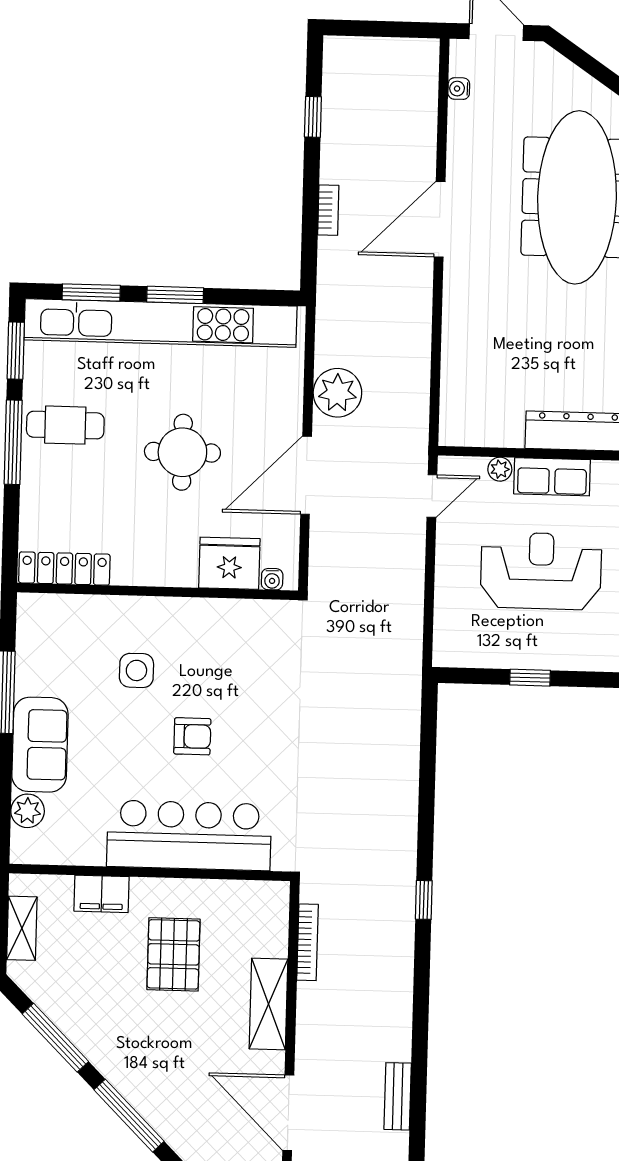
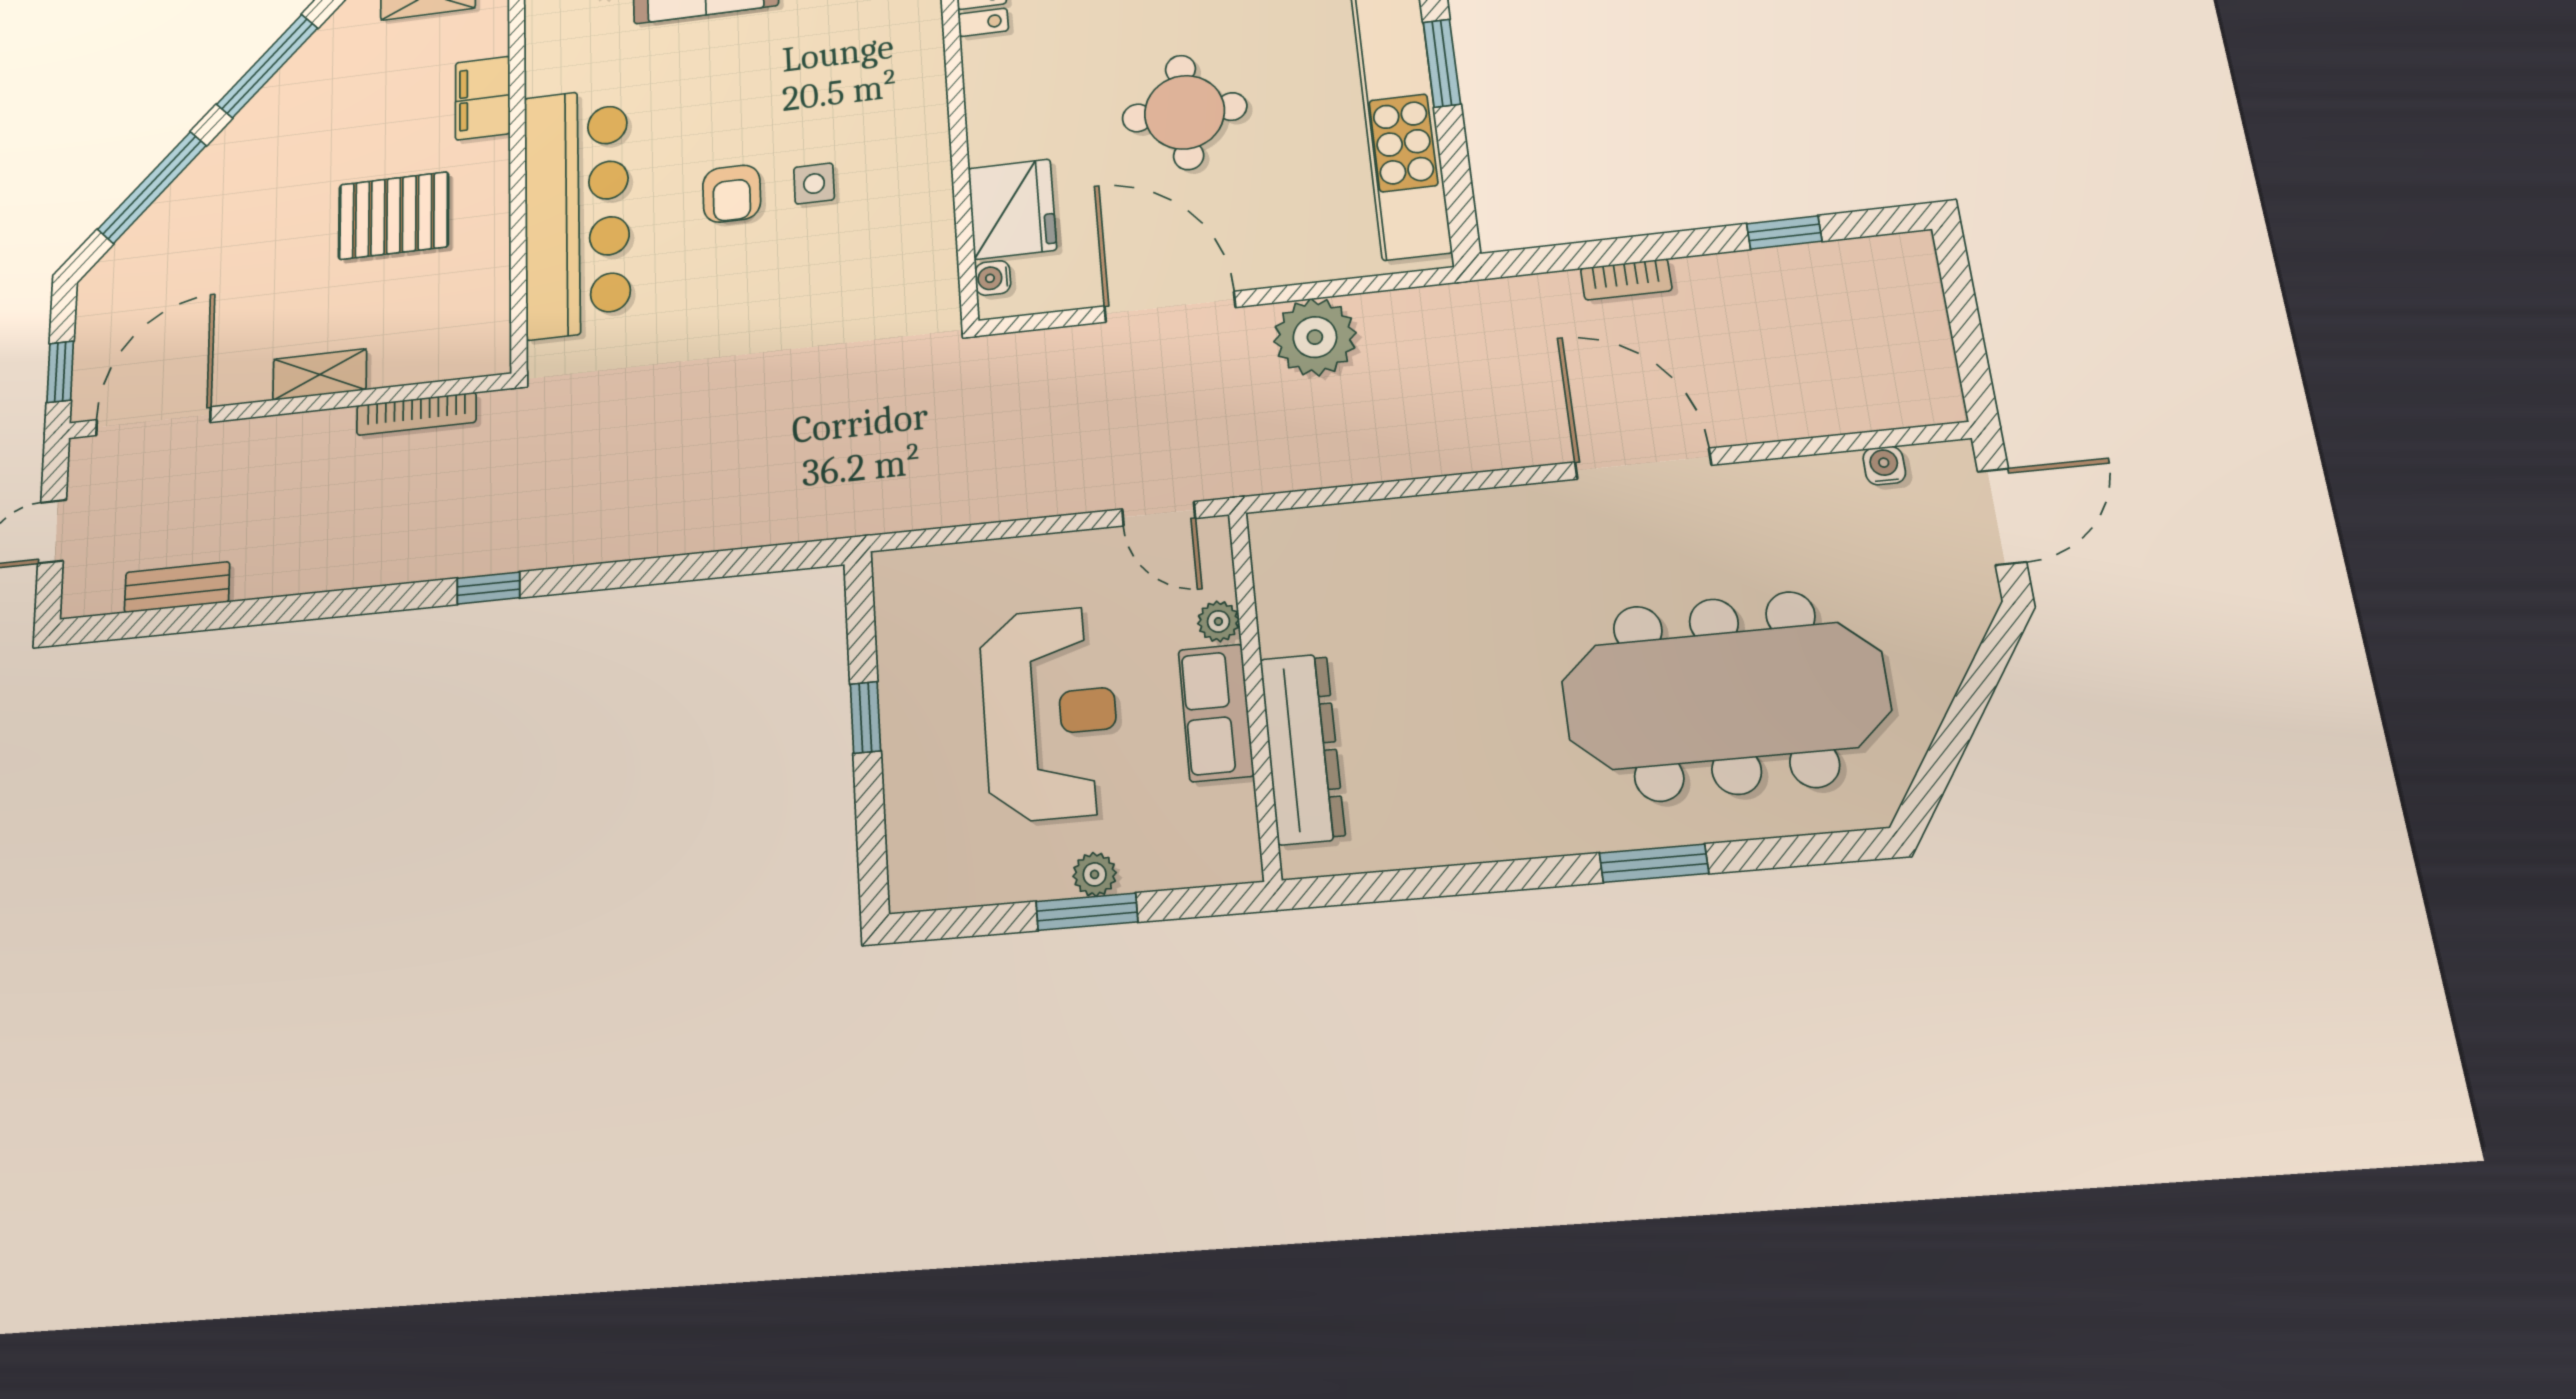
side table: (136, 670) -> (814, 184), moved, width x0.73, depth x0.73
shelving: (268, 1004) -> (320, 375), width x0.67, depth x0.75

